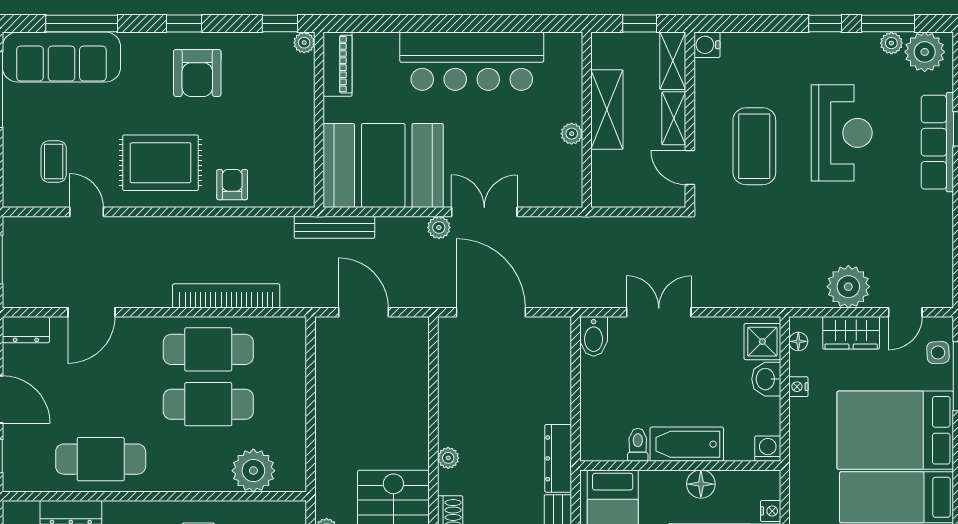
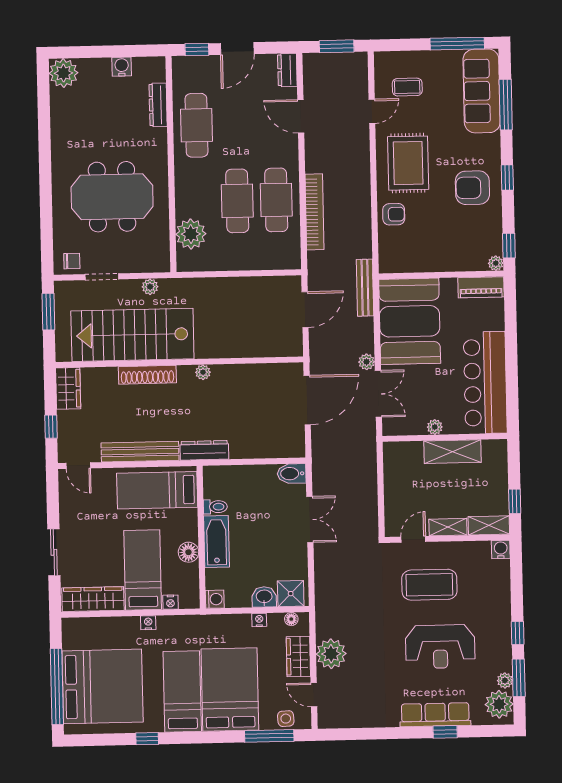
shelving: (607, 110) -> (452, 452), moved
wall: (587, 120) -> (445, 437), moved
plant: (572, 134) -> (435, 427), moved

